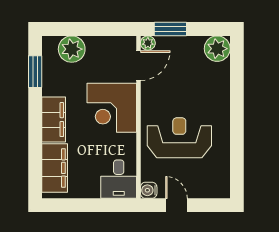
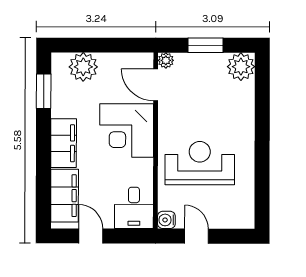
window: (170, 29) -> (206, 45), moved
door: (139, 66) -> (156, 85), swing flipped
door: (79, 205) -> (91, 236), added

